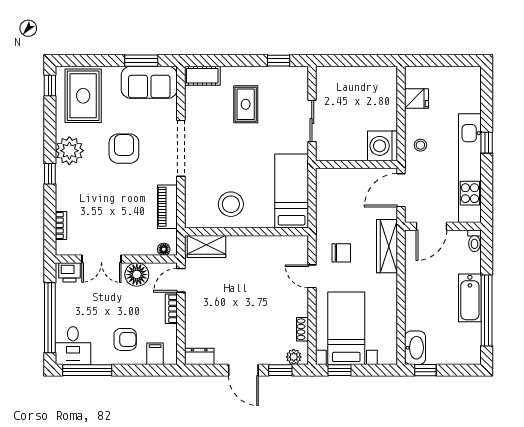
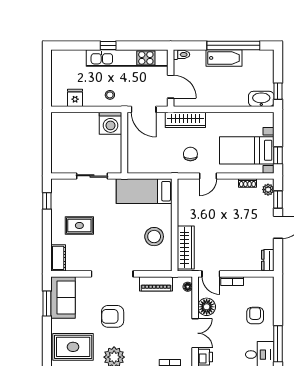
wardrobe: (207, 247) -> (186, 248), width x1.50
filing cabinet: (155, 354) -> (266, 293), removed

